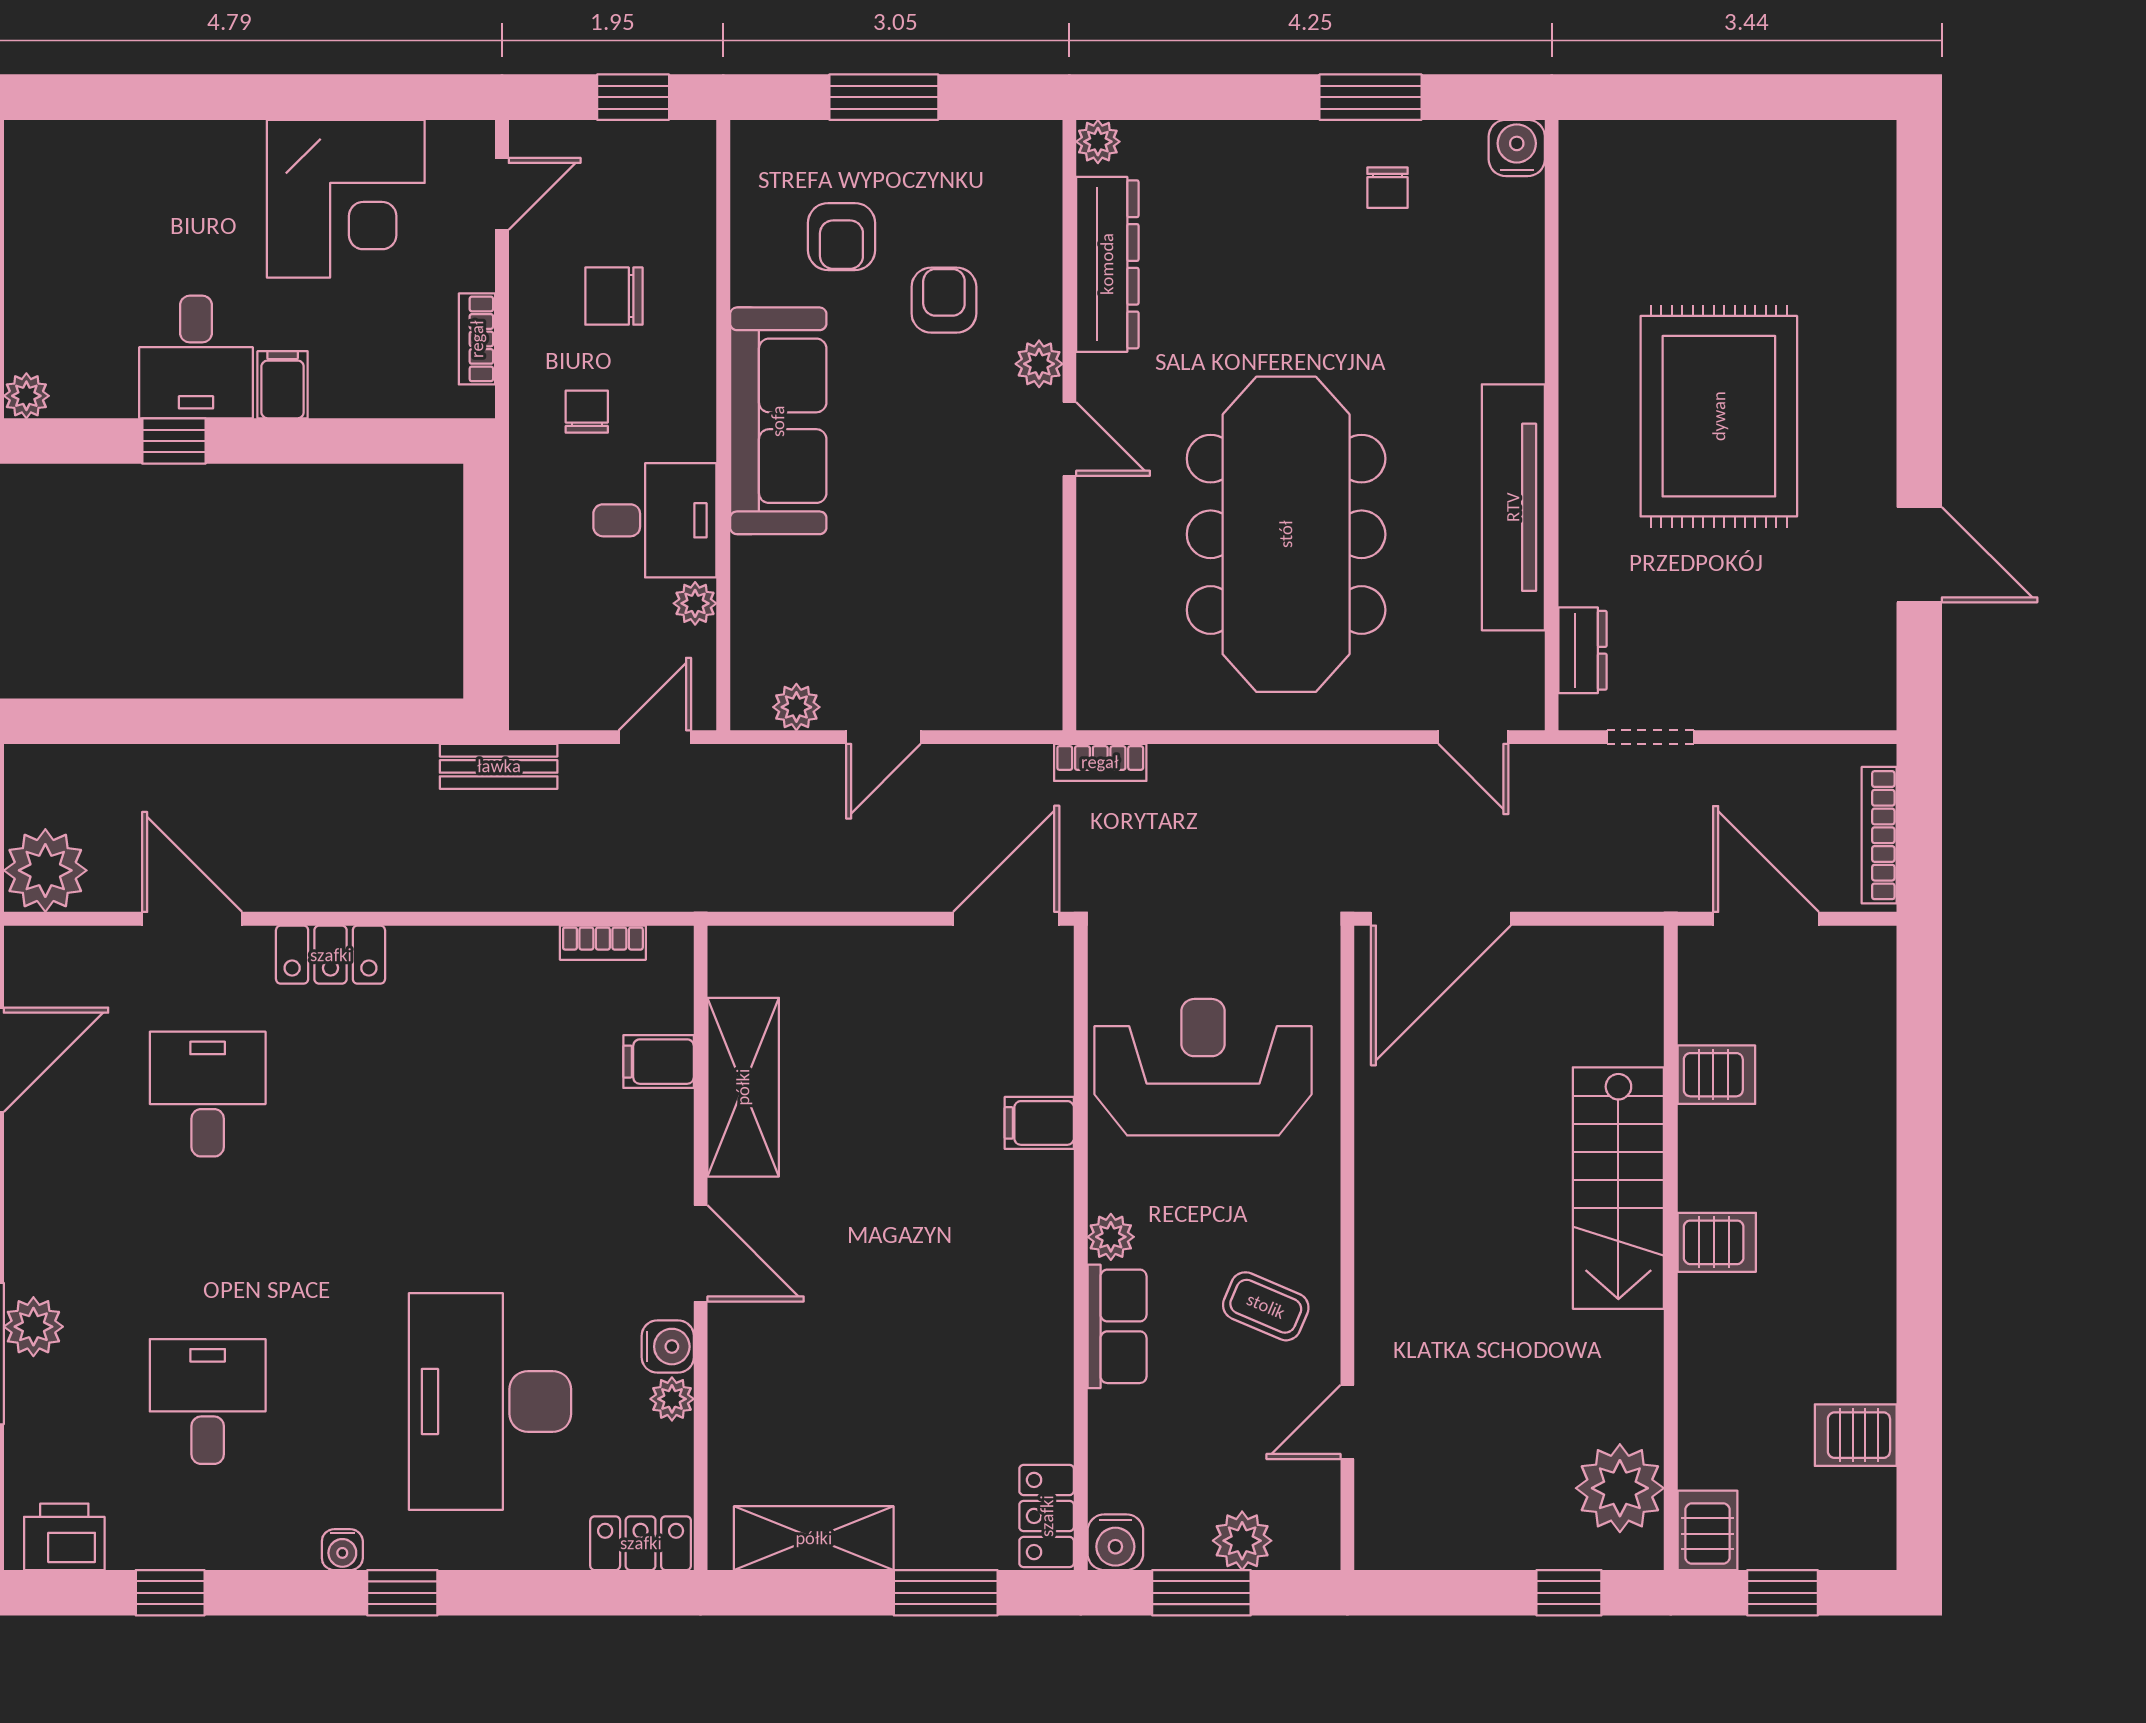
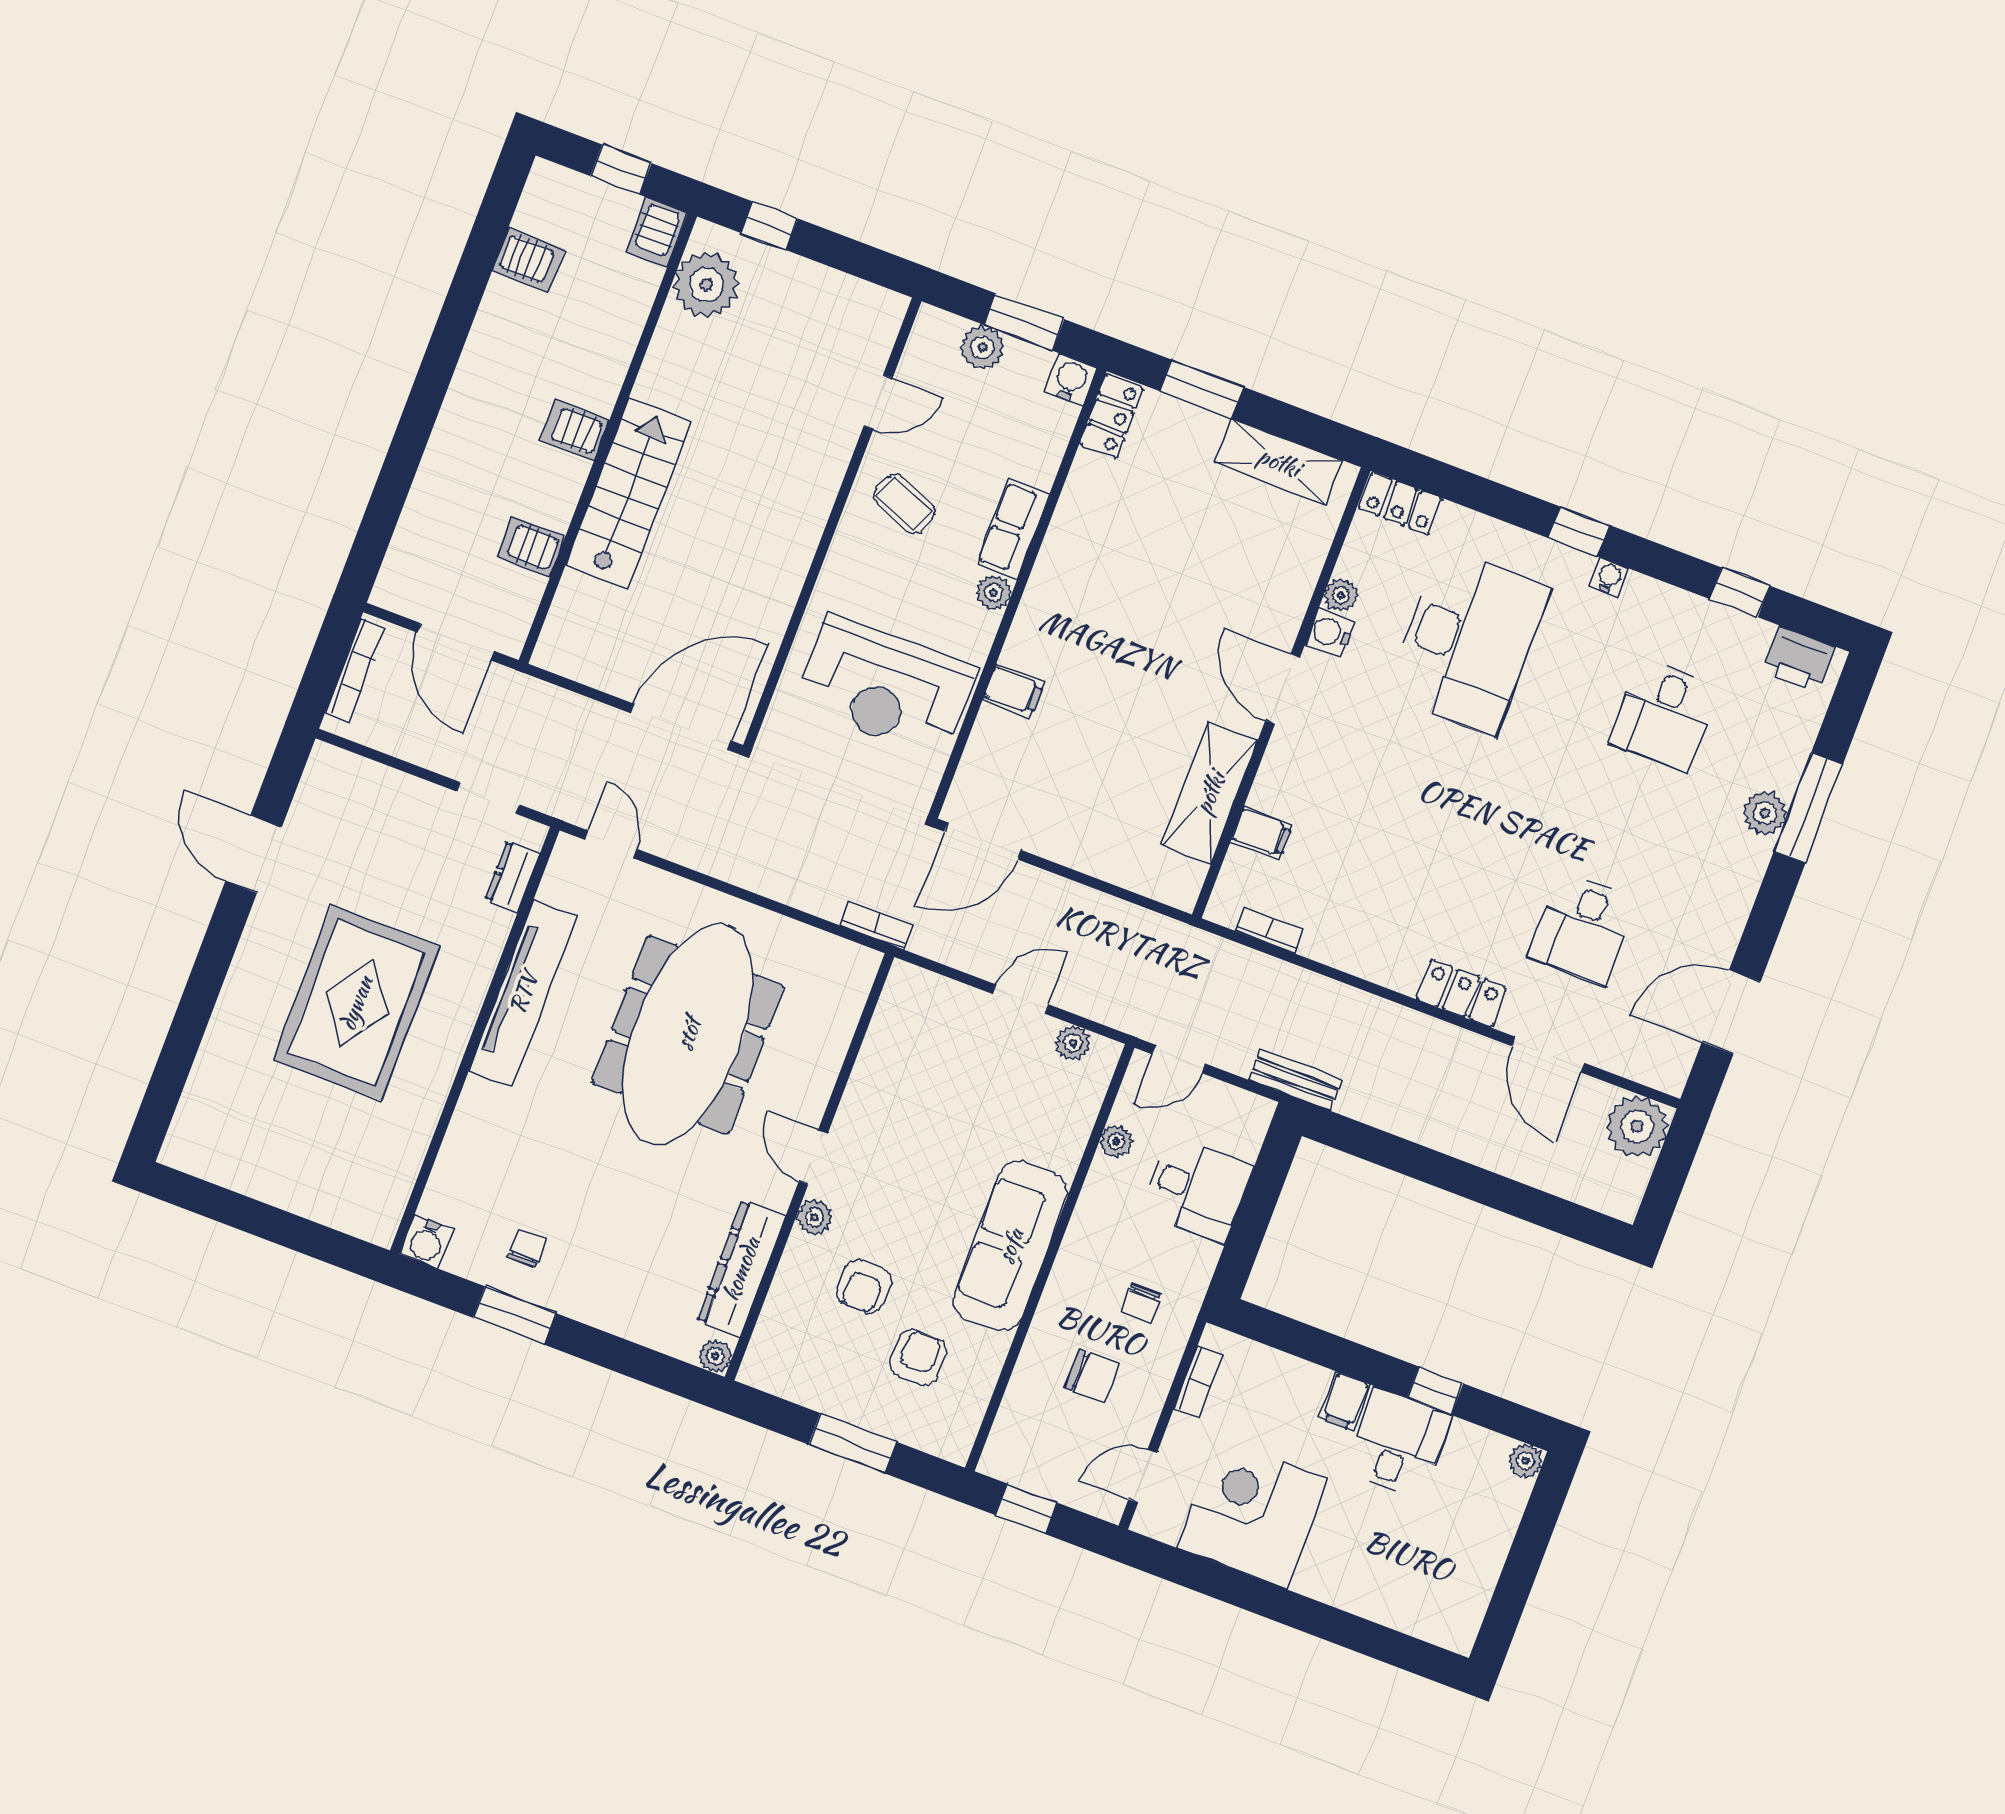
desk: (655, 520) -> (1197, 1189), moved, turned 180

